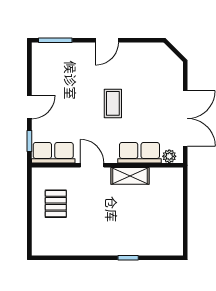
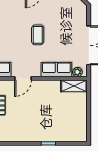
door: (92, 165) -> (23, 78), swing flipped
shelving: (130, 176) -> (74, 86), moved

